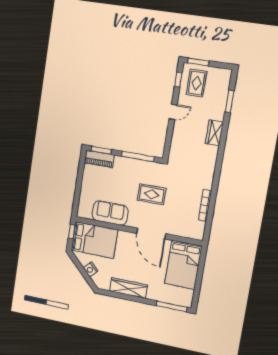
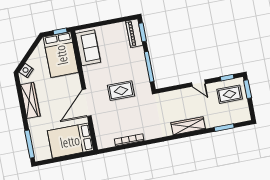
wardrobe: (214, 133) -> (188, 126), width x1.50
rug: (152, 194) -> (121, 91), turned 90
sofa: (110, 213) -> (88, 48), moved
nightstand: (91, 269) -> (26, 70), moved

